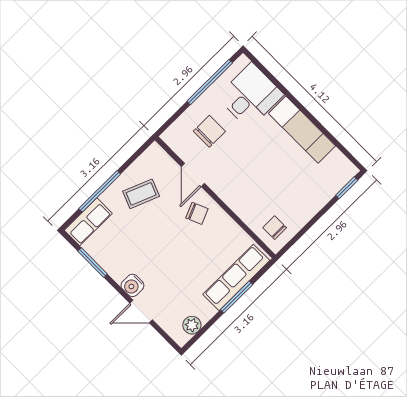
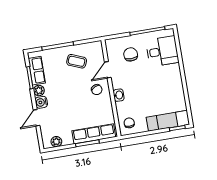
exam couch: (302, 130) -> (168, 121), moved, turned 90
chair: (209, 131) -> (131, 54), turned -91
washbasin: (233, 200) -> (119, 95), added
row of seats: (88, 222) -> (37, 71), moved, turned -90
plant: (118, 271) -> (39, 91), added
door: (141, 312) -> (37, 118), hinge flipped

